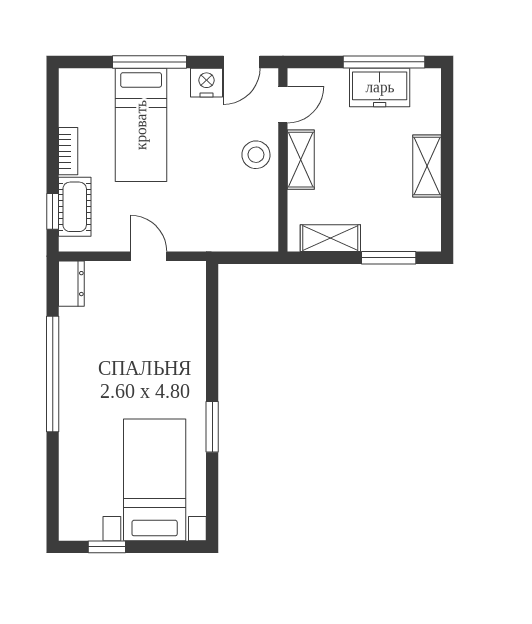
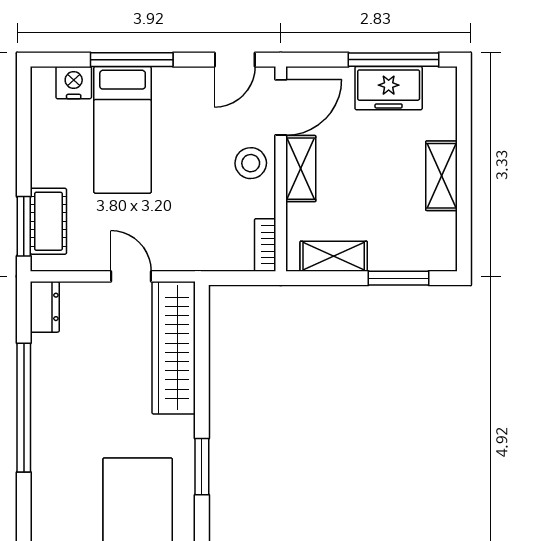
nightstand: (206, 83) -> (74, 83), moved
door: (283, 105) -> (281, 107), width x1.38
bookcase: (68, 151) -> (265, 245), moved, turned 180
window: (53, 211) -> (24, 226), width x1.50
wardrobe: (187, 320) -> (174, 348), added

